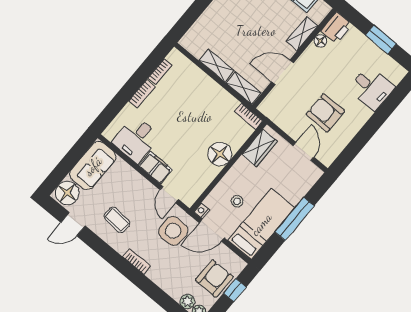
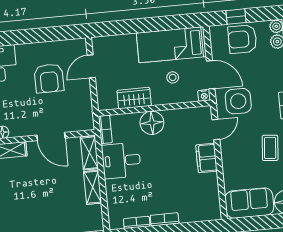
desk: (136, 139) -> (121, 161), moved, turned 180
wardrobe: (260, 148) -> (134, 98), moved
window: (294, 219) -> (145, 25), removed

